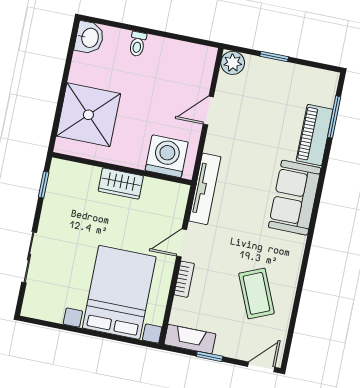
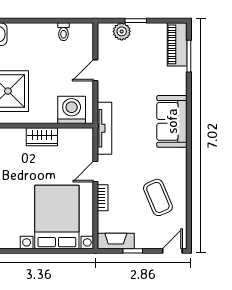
toilet: (137, 44) -> (64, 32), moved
plant: (233, 63) -> (122, 31), moved
piano: (314, 135) -> (177, 44), moved

